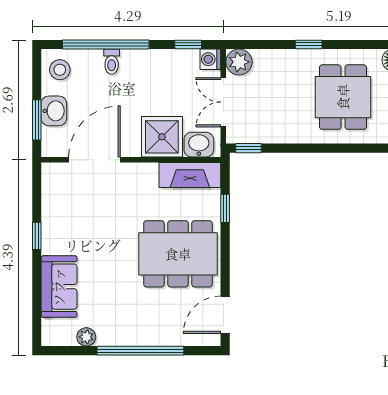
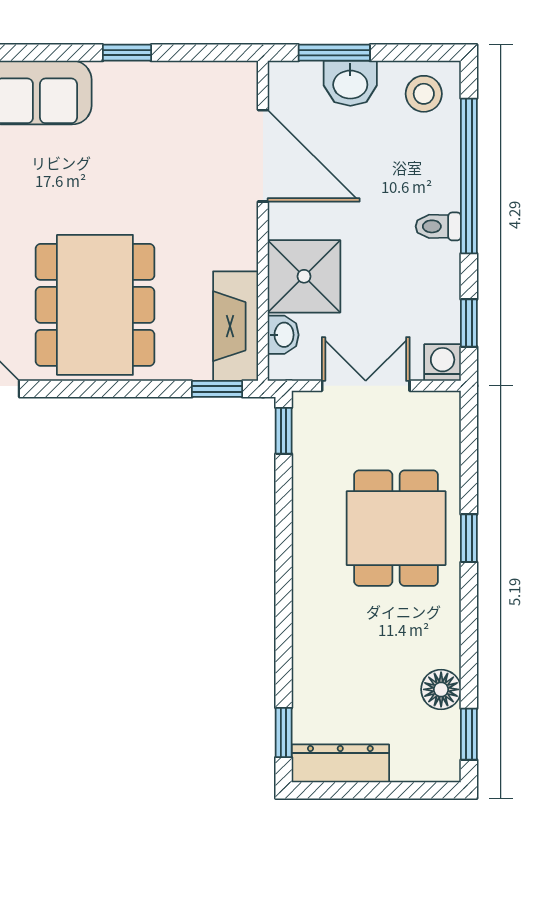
toilet: (112, 62) -> (438, 226), moved
plant: (239, 62) -> (438, 414), removed
dining table: (343, 97) -> (396, 528), moved, turned 90
washbasin: (199, 145) -> (283, 335), width x0.72, depth x0.69
window: (225, 208) -> (217, 389), moved

